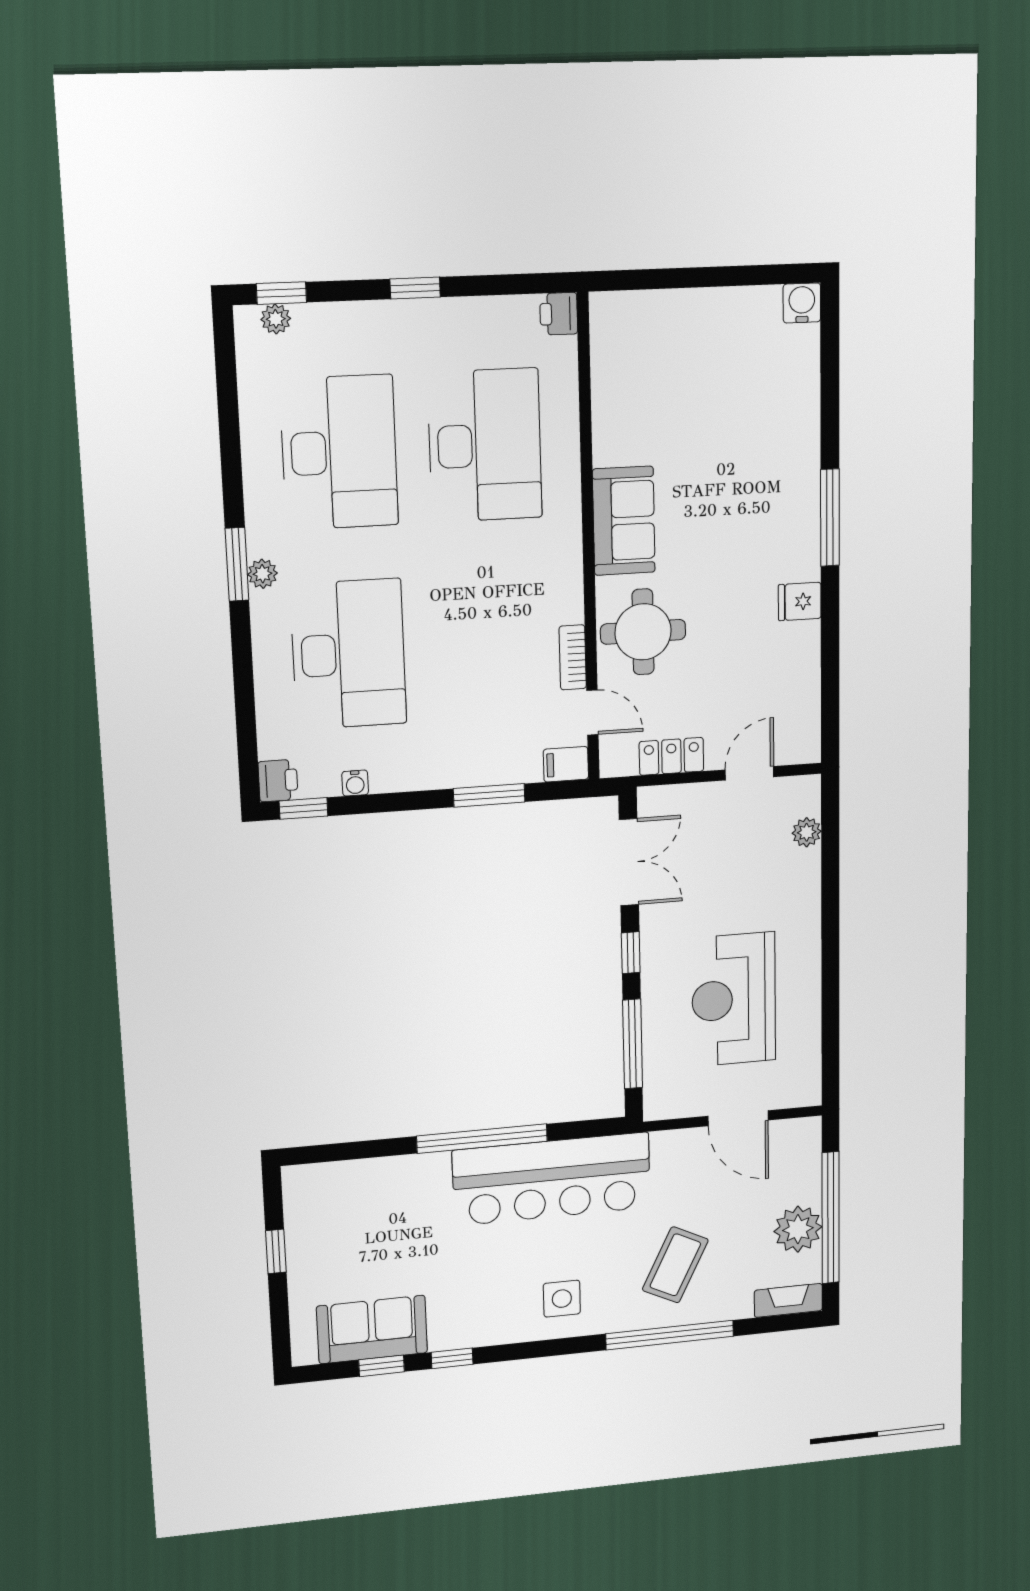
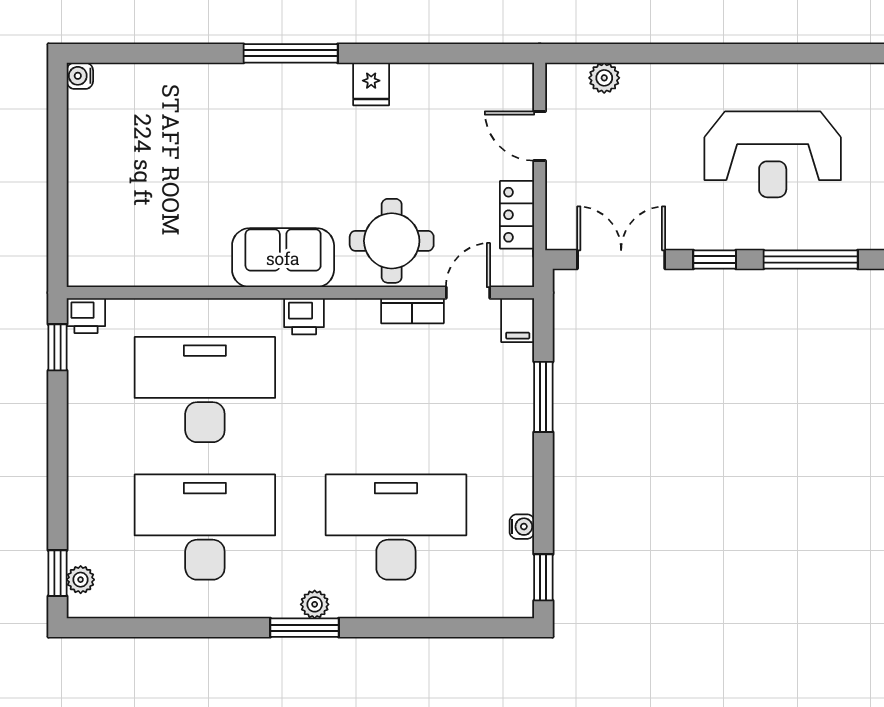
window: (415, 288) -> (57, 347), moved
water cooler: (802, 303) -> (80, 76), width x0.72, depth x0.72
printer: (278, 781) -> (304, 316), moved, turned 180

